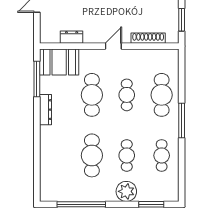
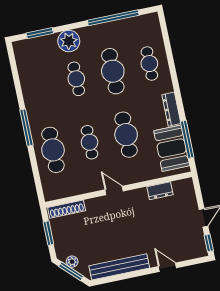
shoe rack: (148, 38) -> (67, 209), moved
door: (113, 46) -> (114, 190), swing flipped
booth: (59, 62) -> (172, 148), moved, turned 90
cafe table: (162, 155) -> (149, 64), moved

